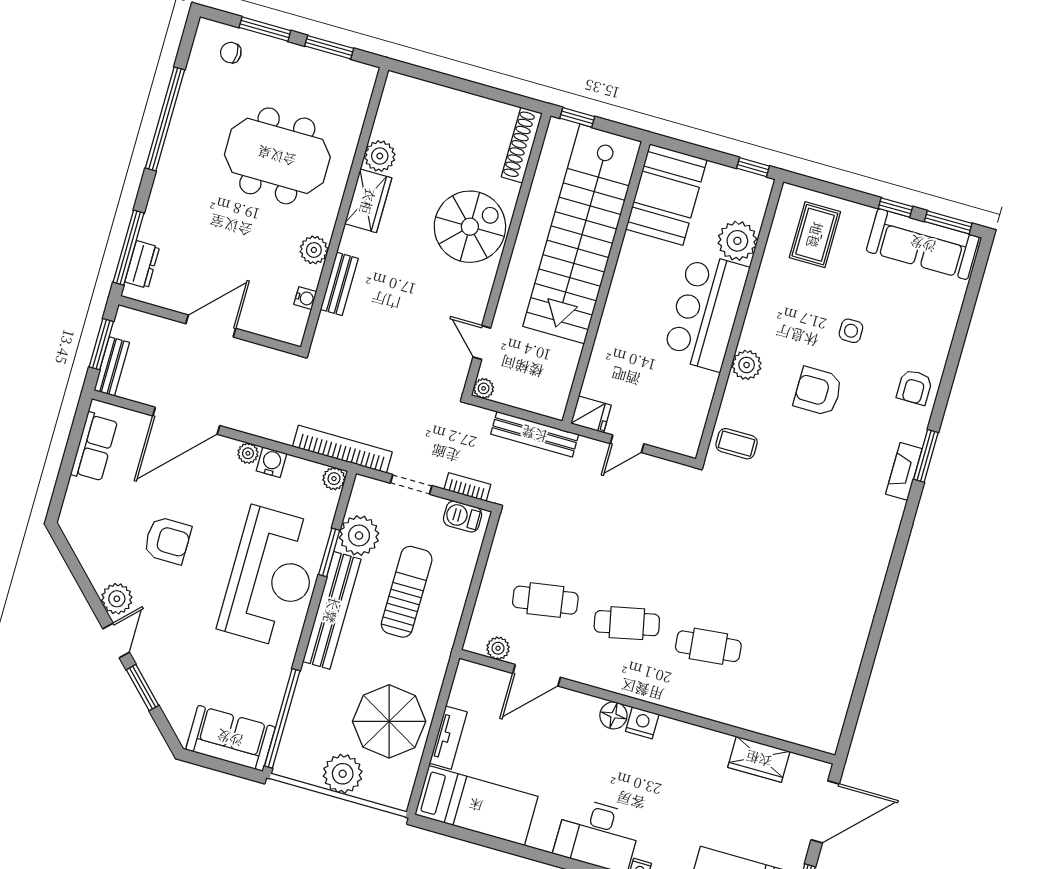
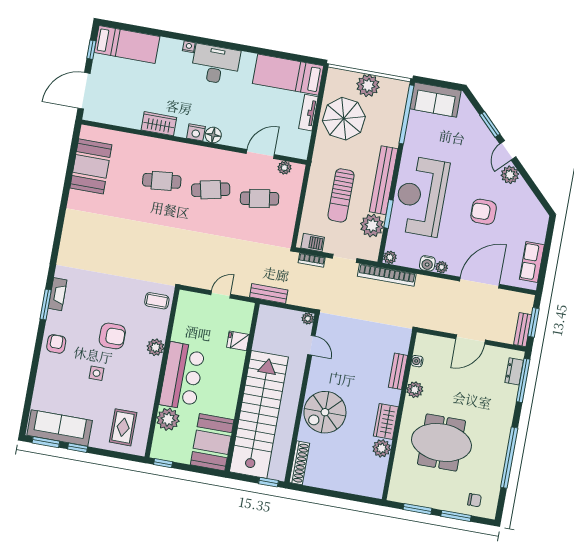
bench: (112, 366) -> (523, 330), moved
fridge: (591, 414) -> (238, 341), moved
bench: (535, 434) -> (269, 294), width x0.73
booth: (826, 683) -> (91, 166), added
wardrobe: (759, 759) -> (159, 124), moved

